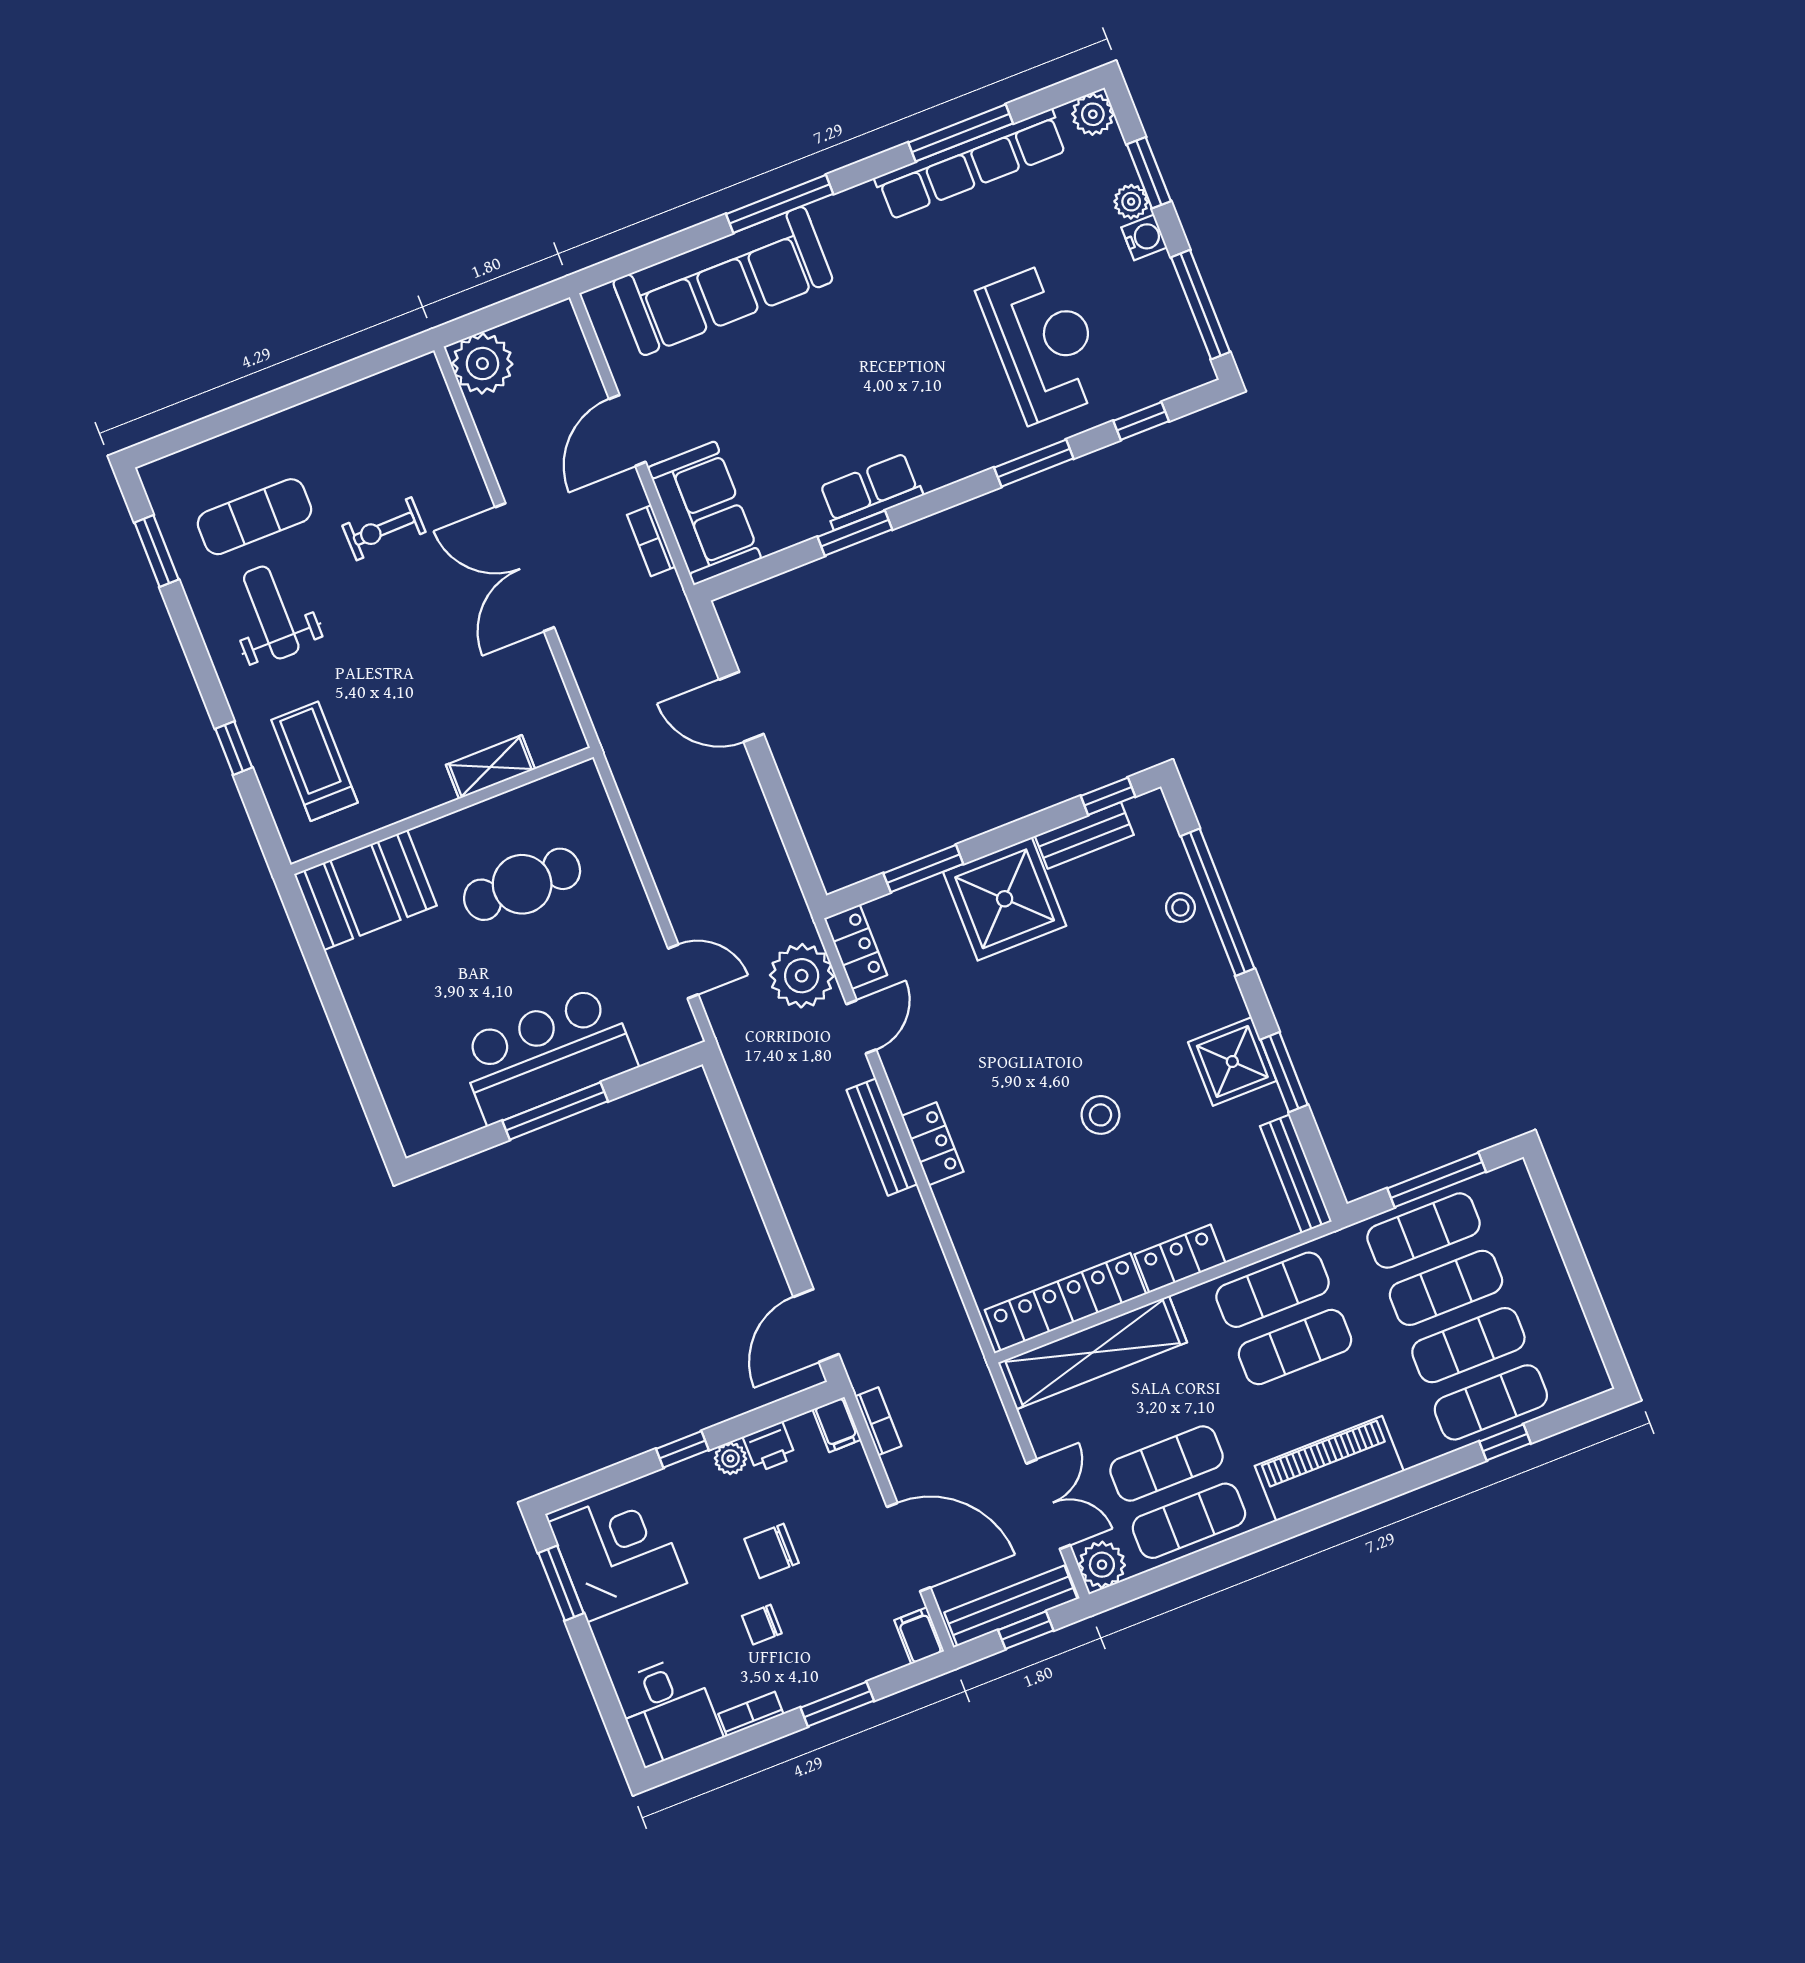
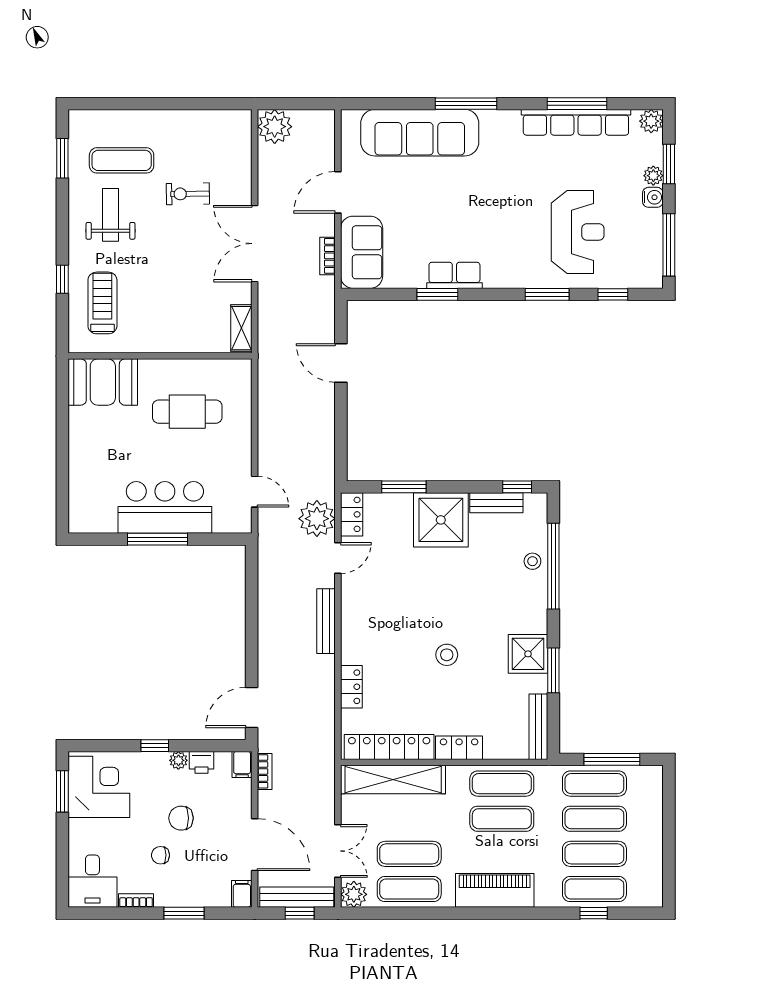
shelving: (490, 767) -> (241, 328), moved, turned 90
locker: (932, 1144) -> (351, 687), moved

